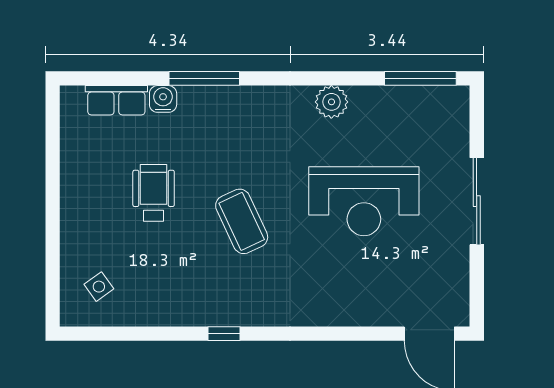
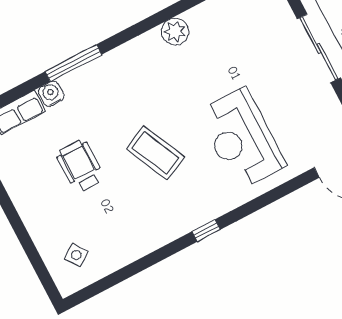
reception desk: (364, 201) -> (241, 139), moved, turned 90
window: (224, 334) -> (206, 231), moved

